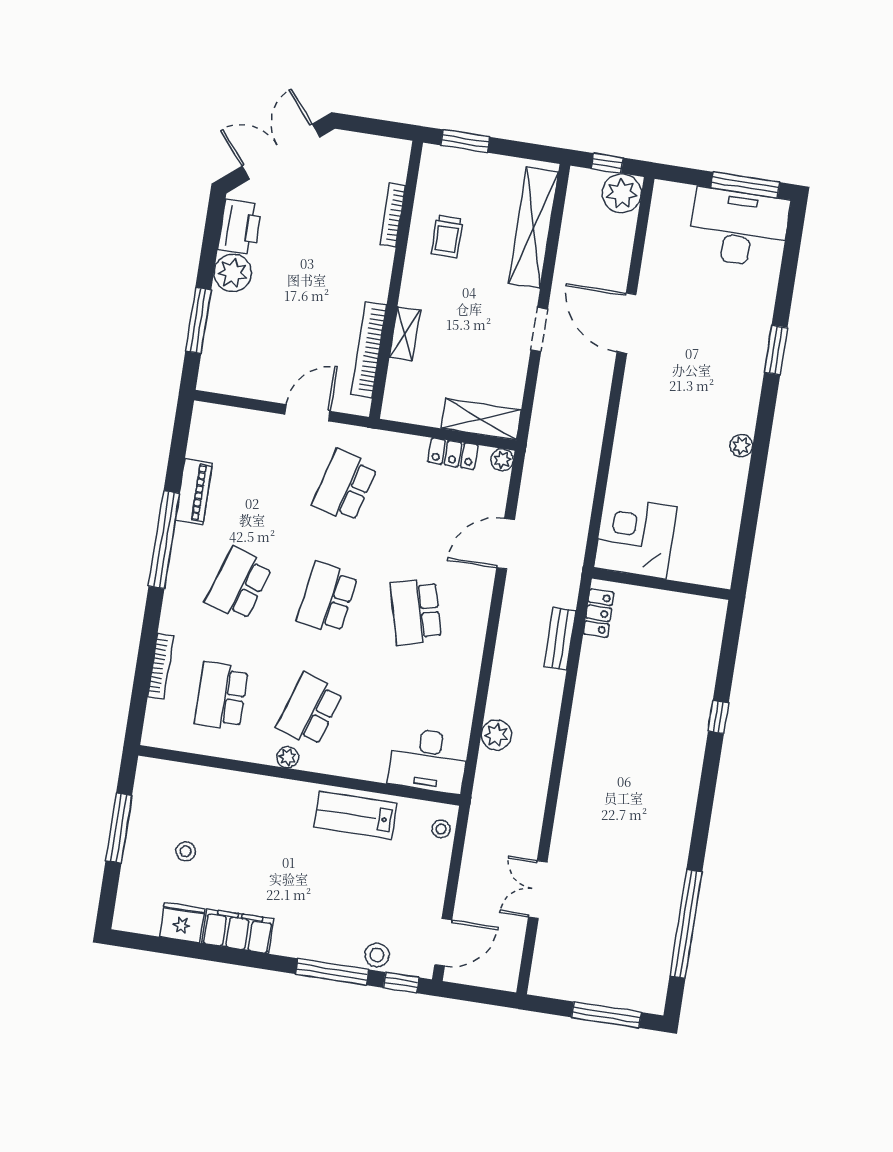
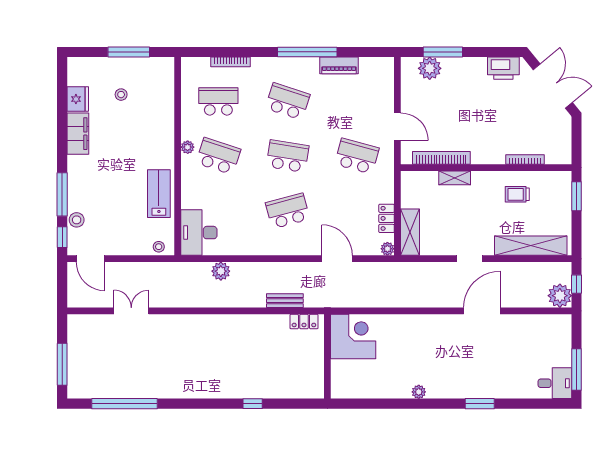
desk: (739, 228) -> (555, 383), width x0.53, depth x0.77
plant: (233, 273) -> (430, 68), moved

